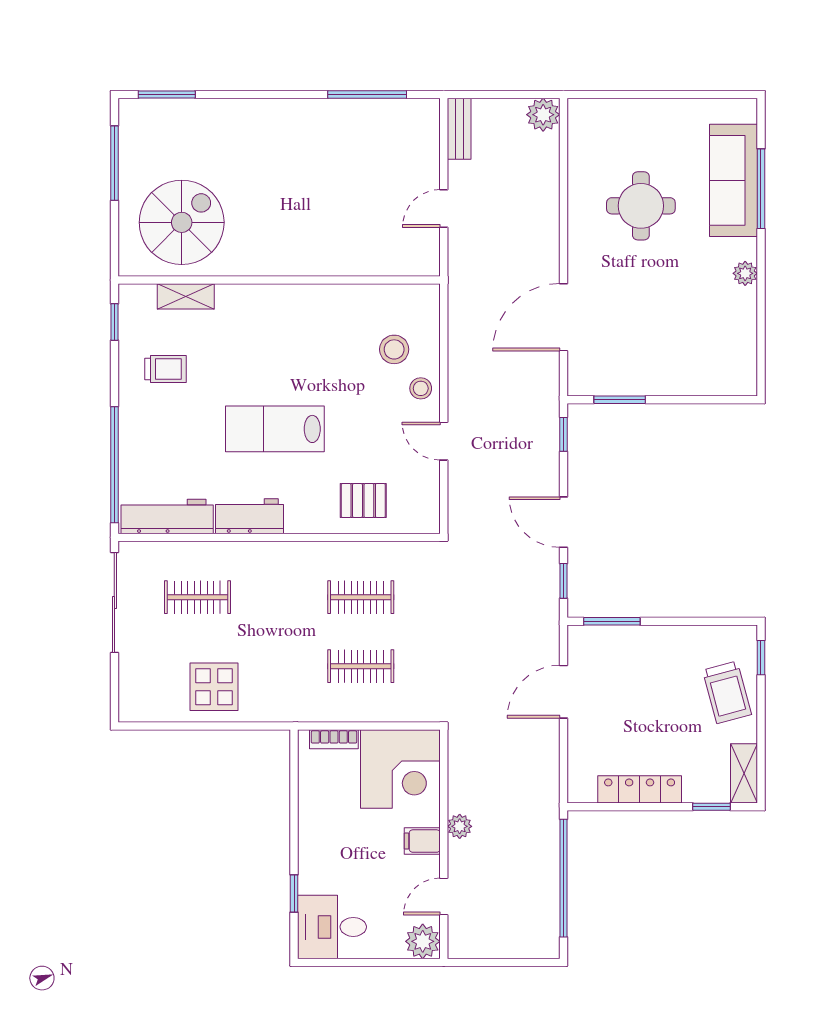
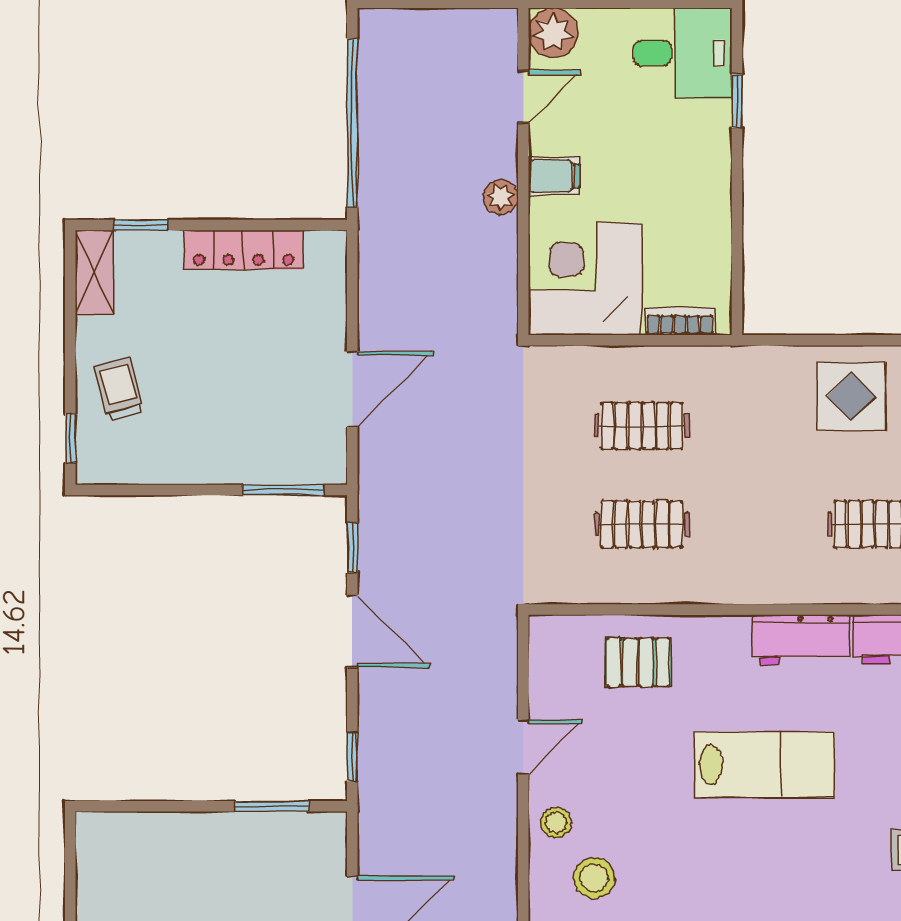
door: (444, 441) -> (523, 747), hinge flipped
trolley: (727, 692) -> (119, 388), width x0.73, depth x0.72

